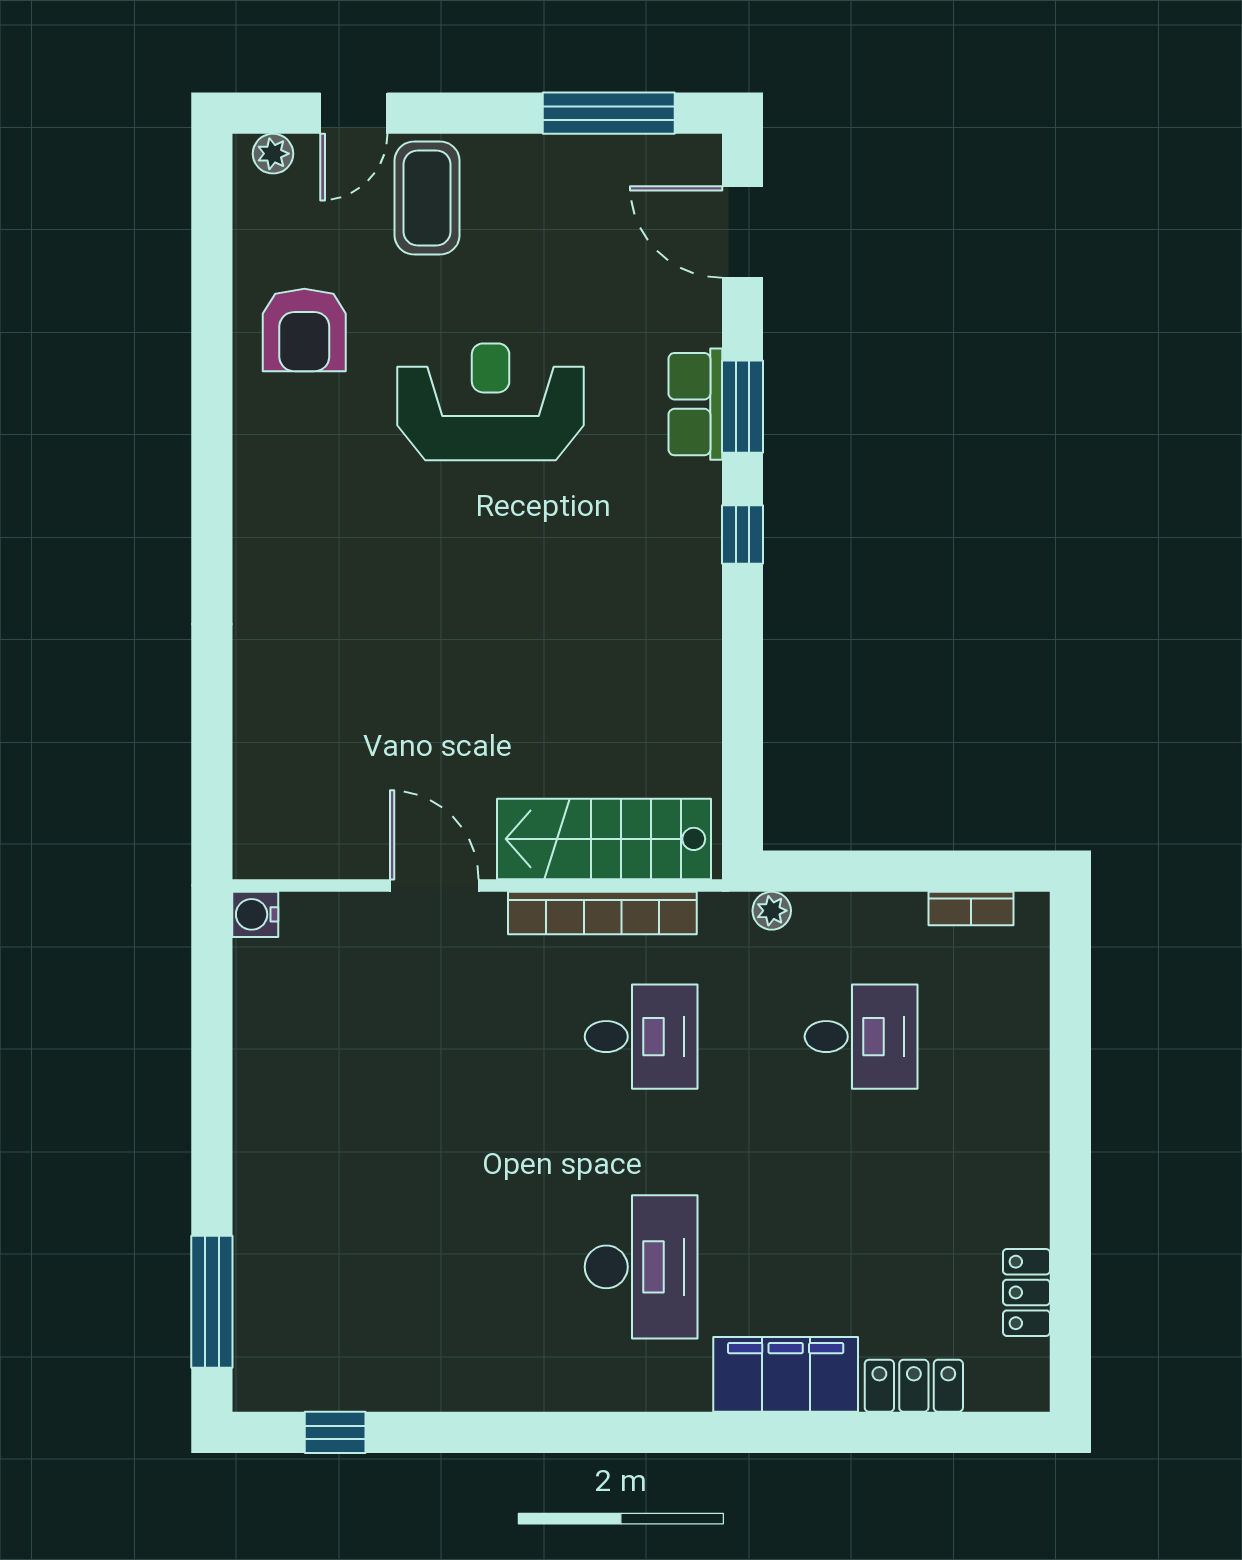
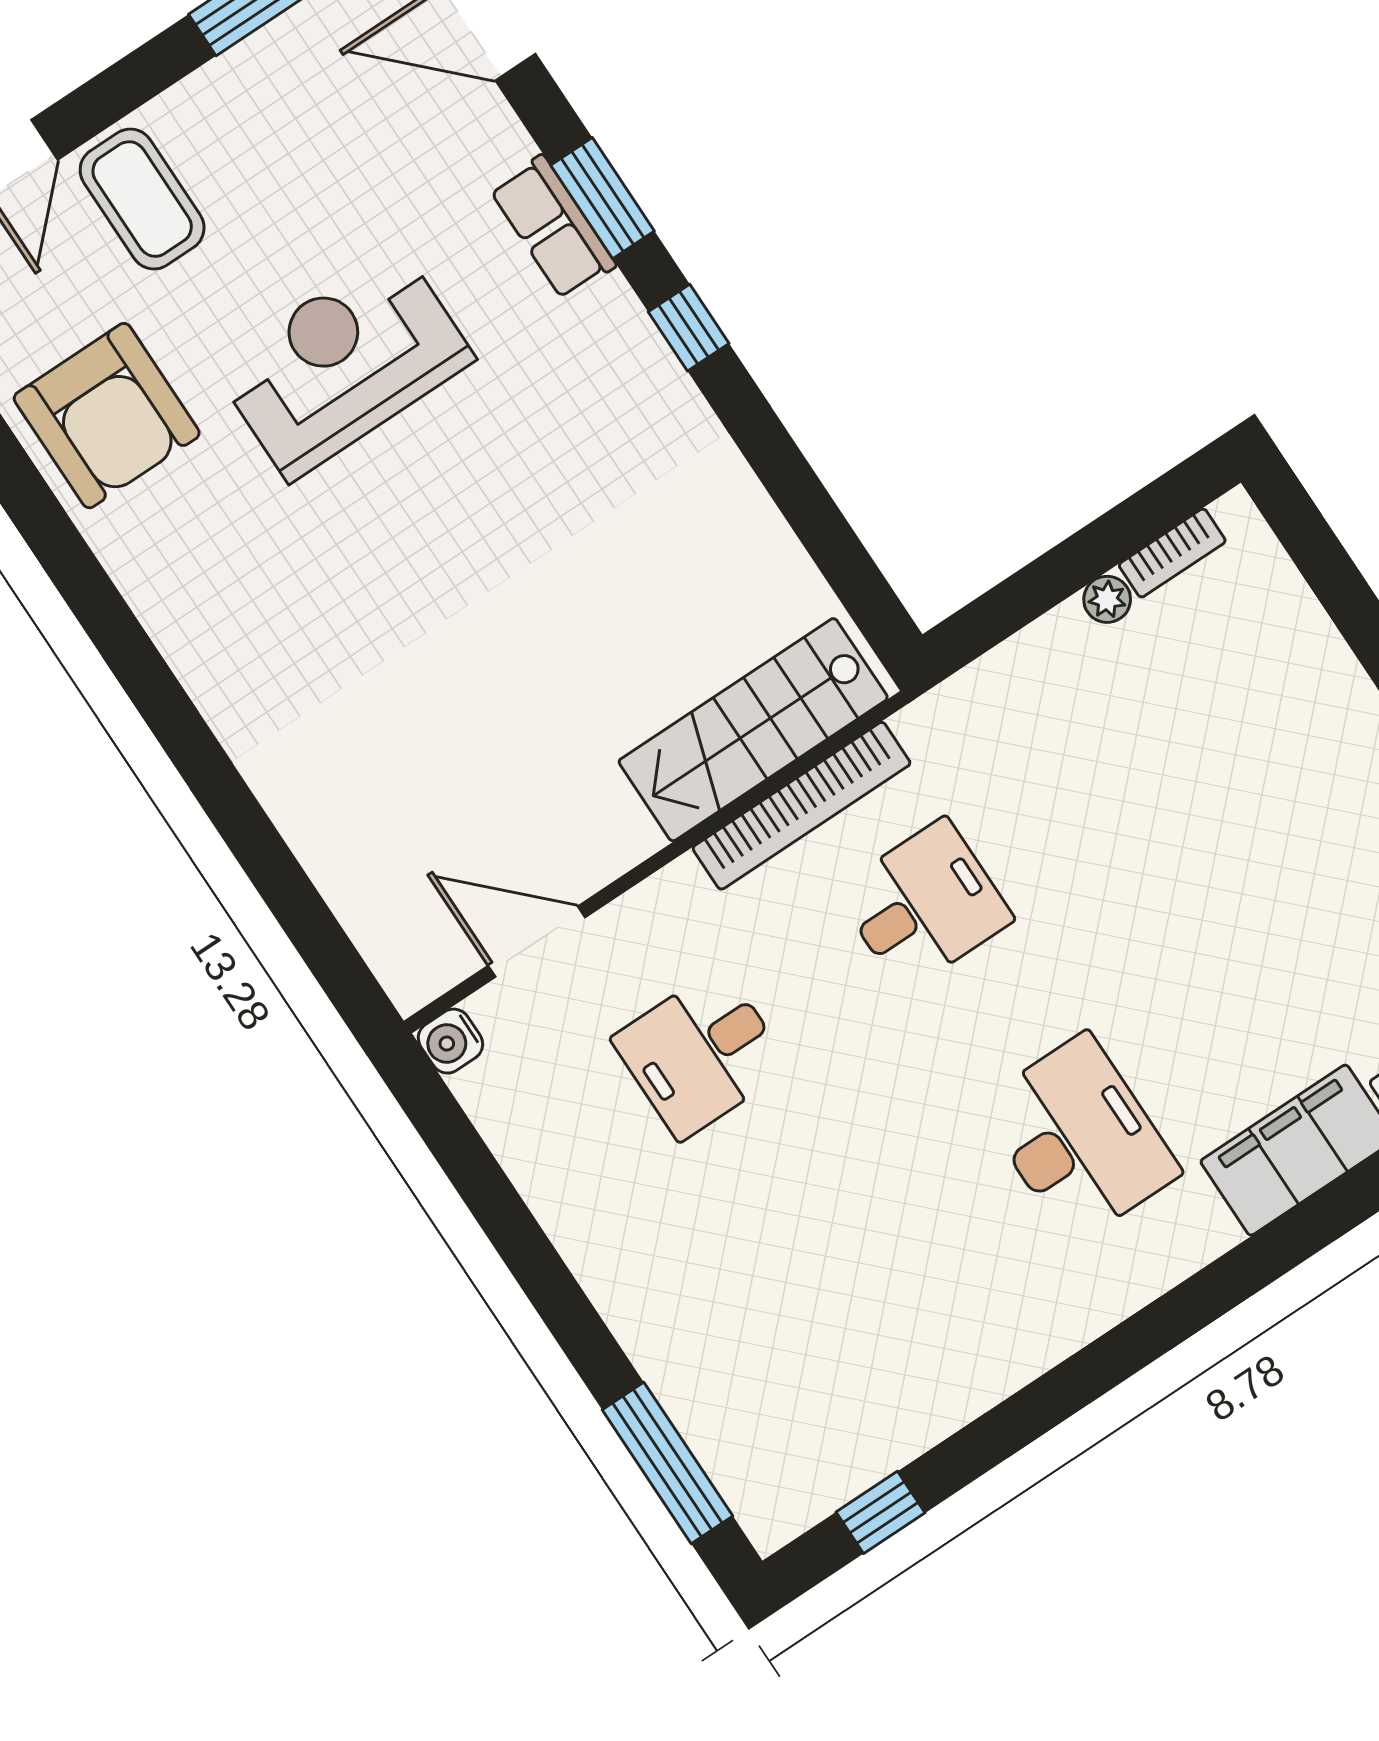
armchair: (304, 330) -> (107, 416), width x1.36, depth x1.36
door: (434, 885) -> (537, 941), moved
plant: (772, 911) -> (1107, 599), moved
desk: (861, 1037) -> (701, 1053), moved, turned 180

